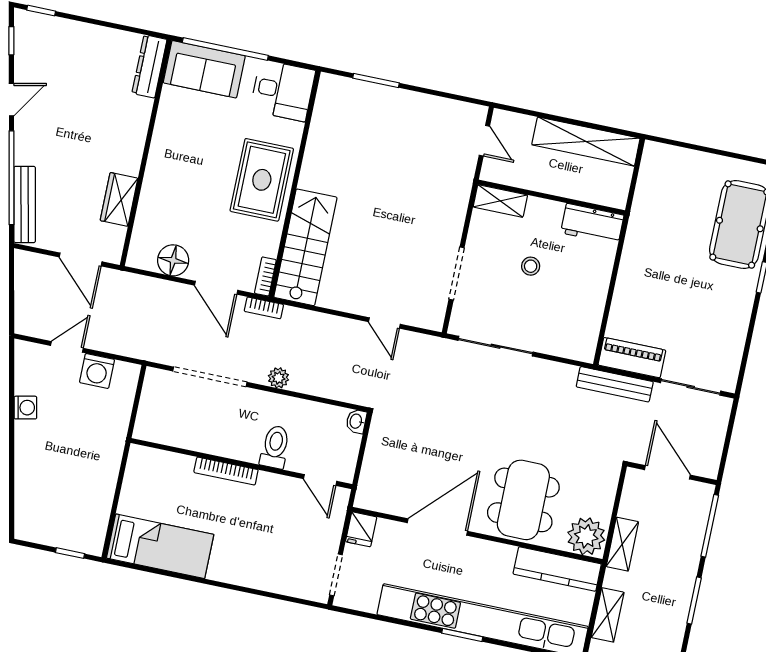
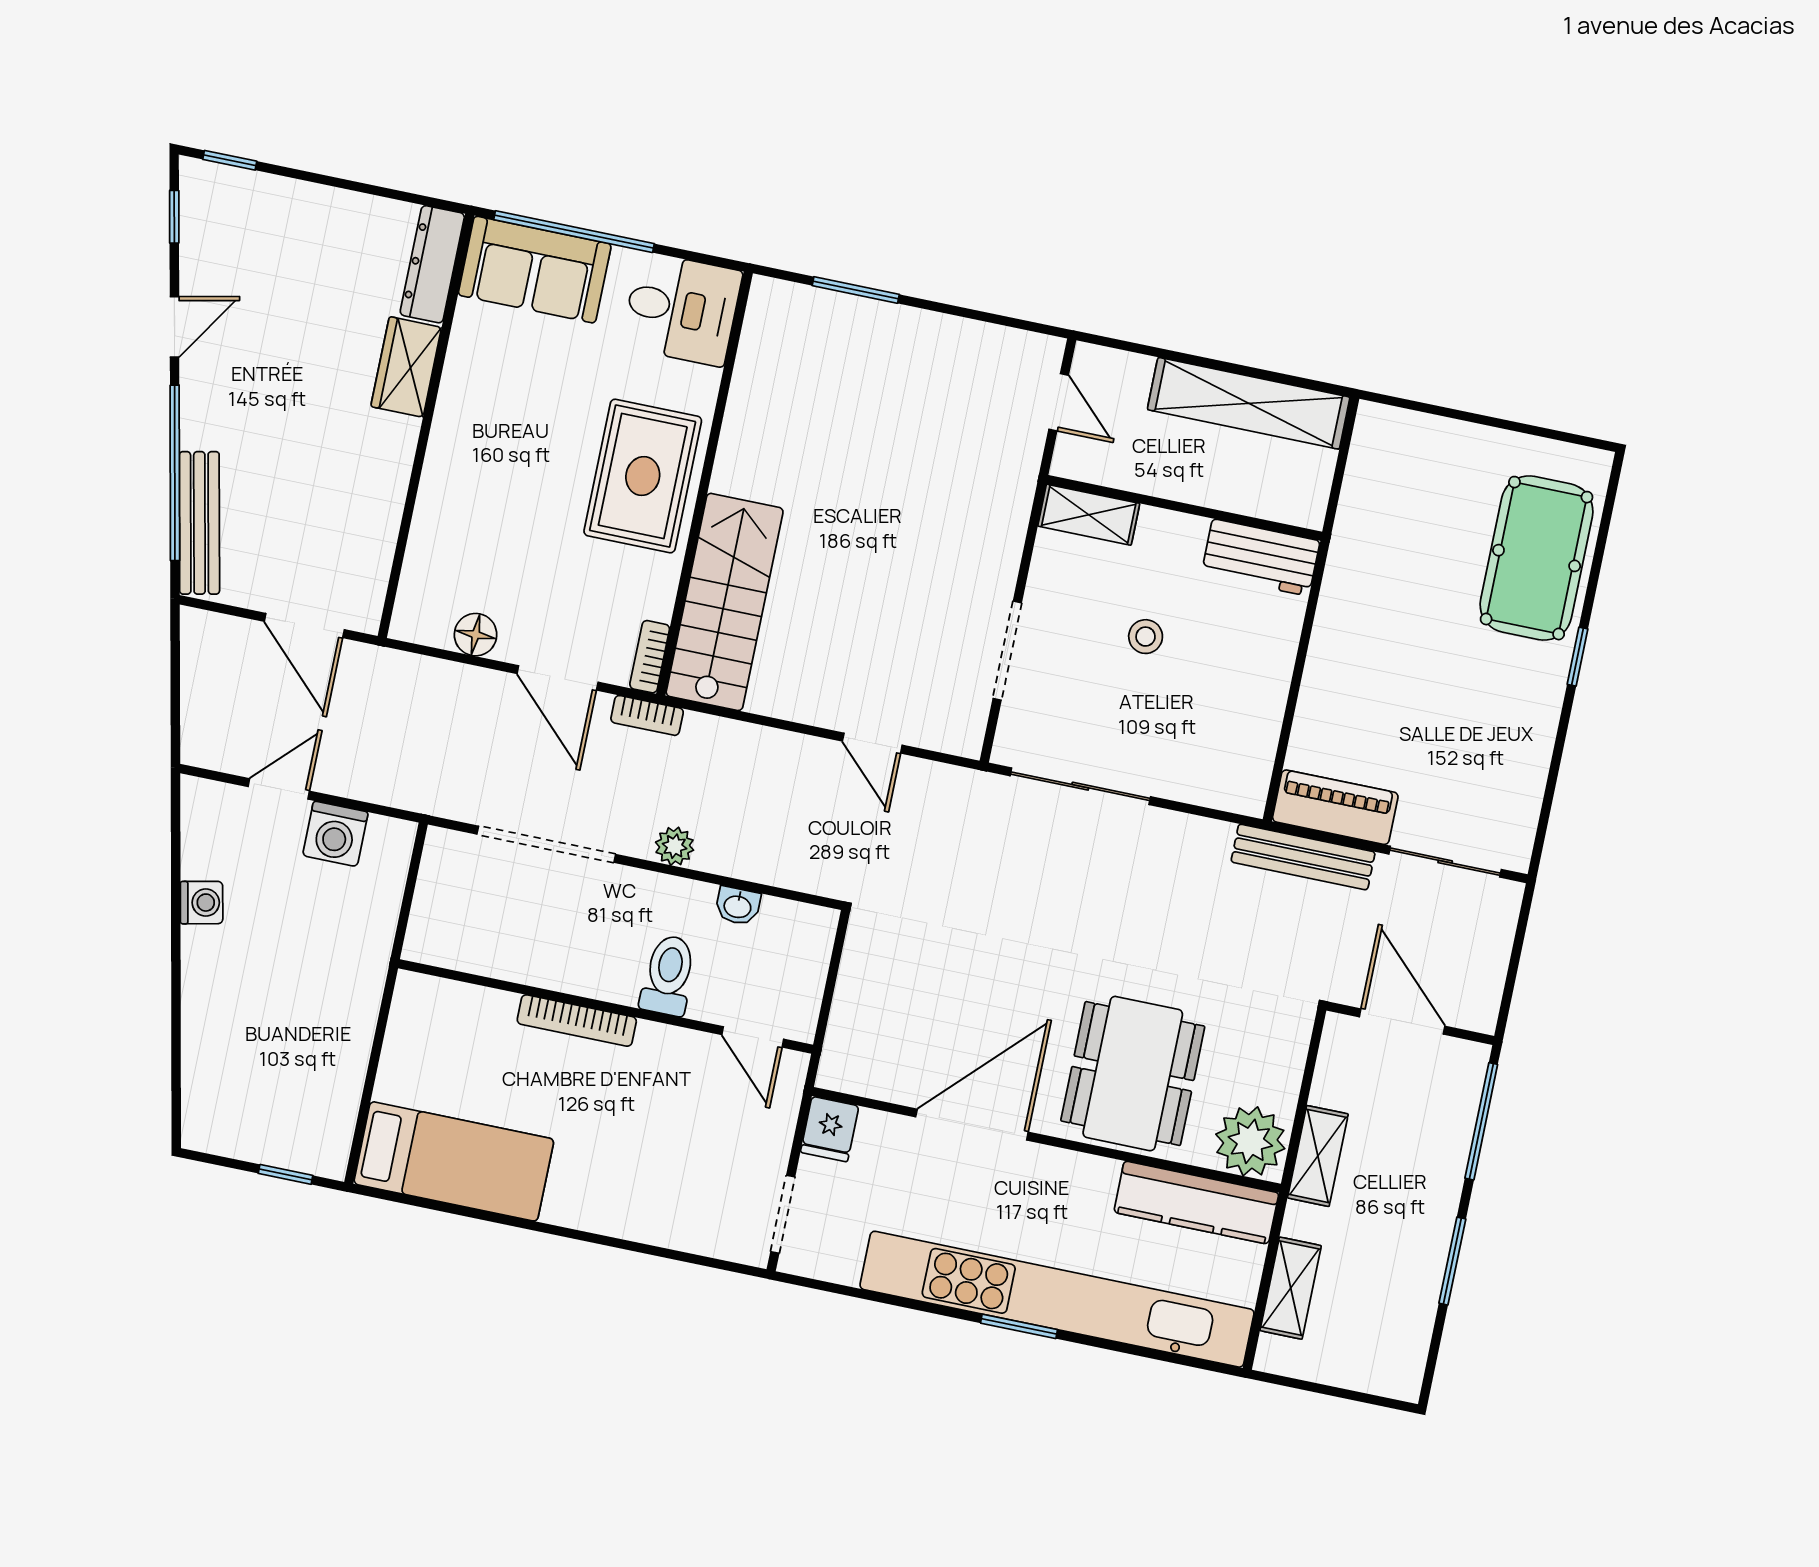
wardrobe: (119, 199) -> (406, 367), moved
floor lamp: (173, 260) -> (476, 635), width x0.73, depth x0.73
washbasin: (356, 421) -> (738, 906), moved, turned -90

